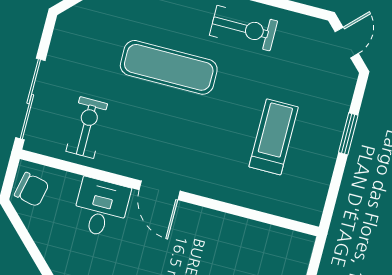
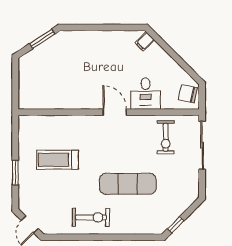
exercise bike: (243, 28) -> (91, 217), turned 180
treadmill: (274, 137) -> (58, 160), turned 90

